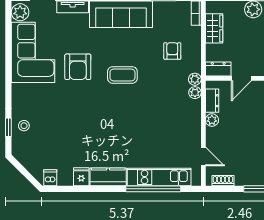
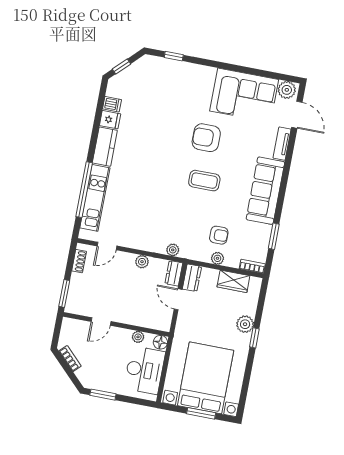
armchair: (78, 67) -> (206, 138), moved
coffee table: (122, 75) -> (204, 181), turned 90
plant: (195, 79) -> (217, 258), moved
dresser: (212, 101) -> (174, 273), moved, turned 90
stool: (24, 126) -> (172, 72), removed
window: (28, 176) -> (121, 66), added
dishwasher: (50, 178) -> (112, 104), moved

